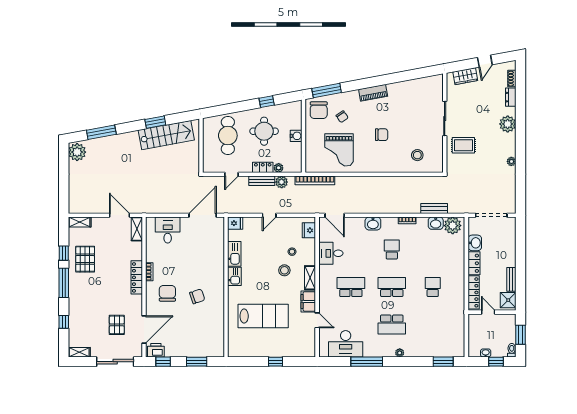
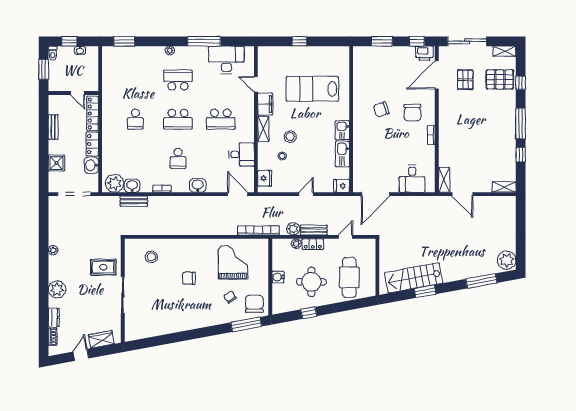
piano: (373, 93) -> (198, 322), removed
pallet: (85, 259) -> (500, 79), moved, turned 90
locker: (137, 277) -> (444, 129), removed
shower: (508, 300) -> (56, 163), moved

